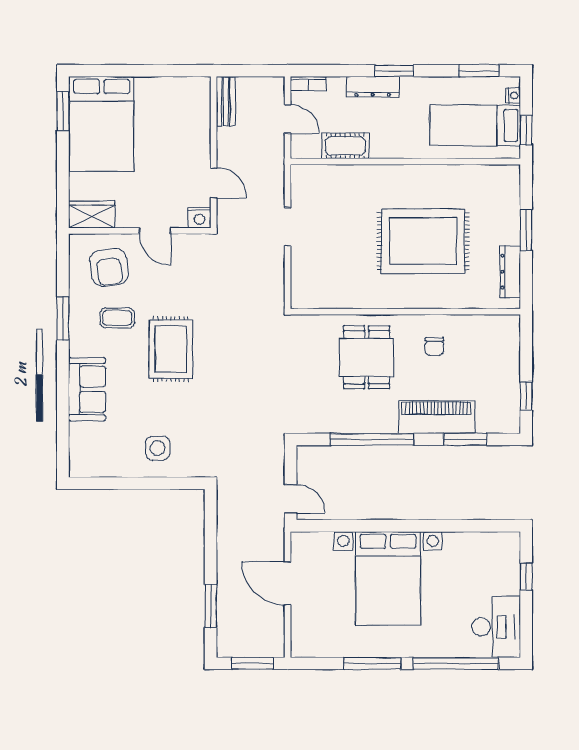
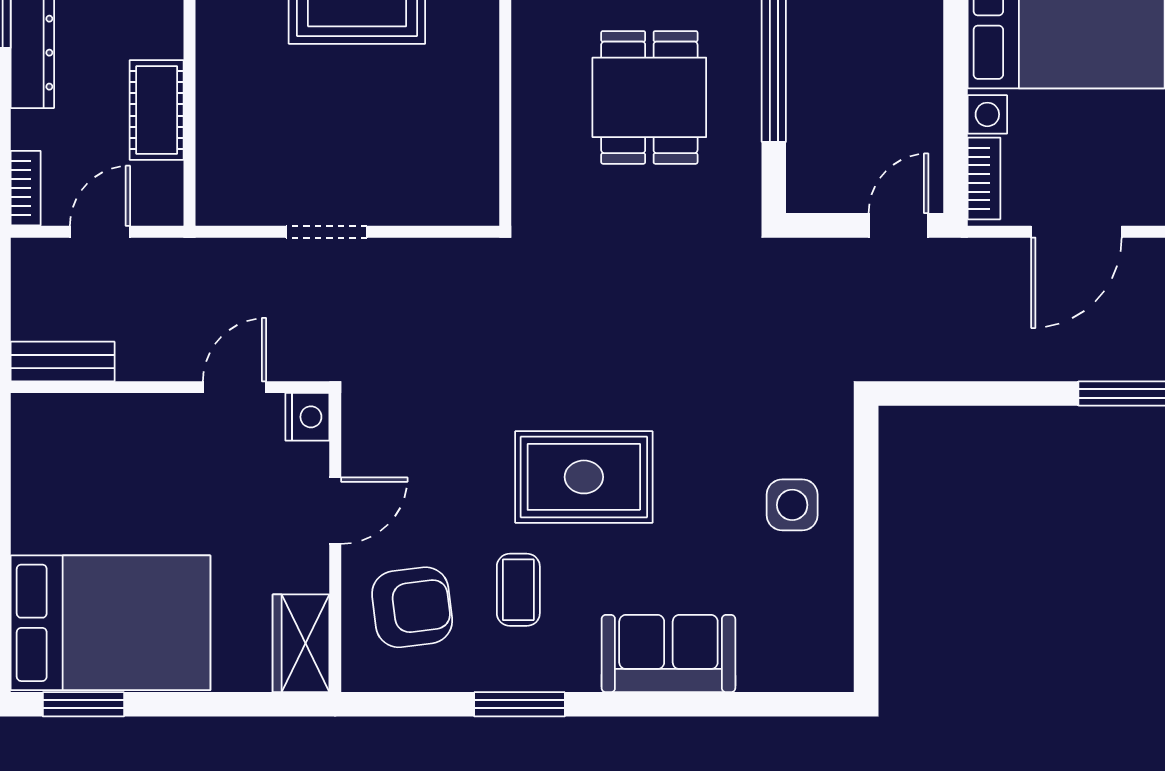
dining table: (367, 357) -> (649, 97), moved, turned 90
bookcase: (313, 539) -> (984, 178), added

